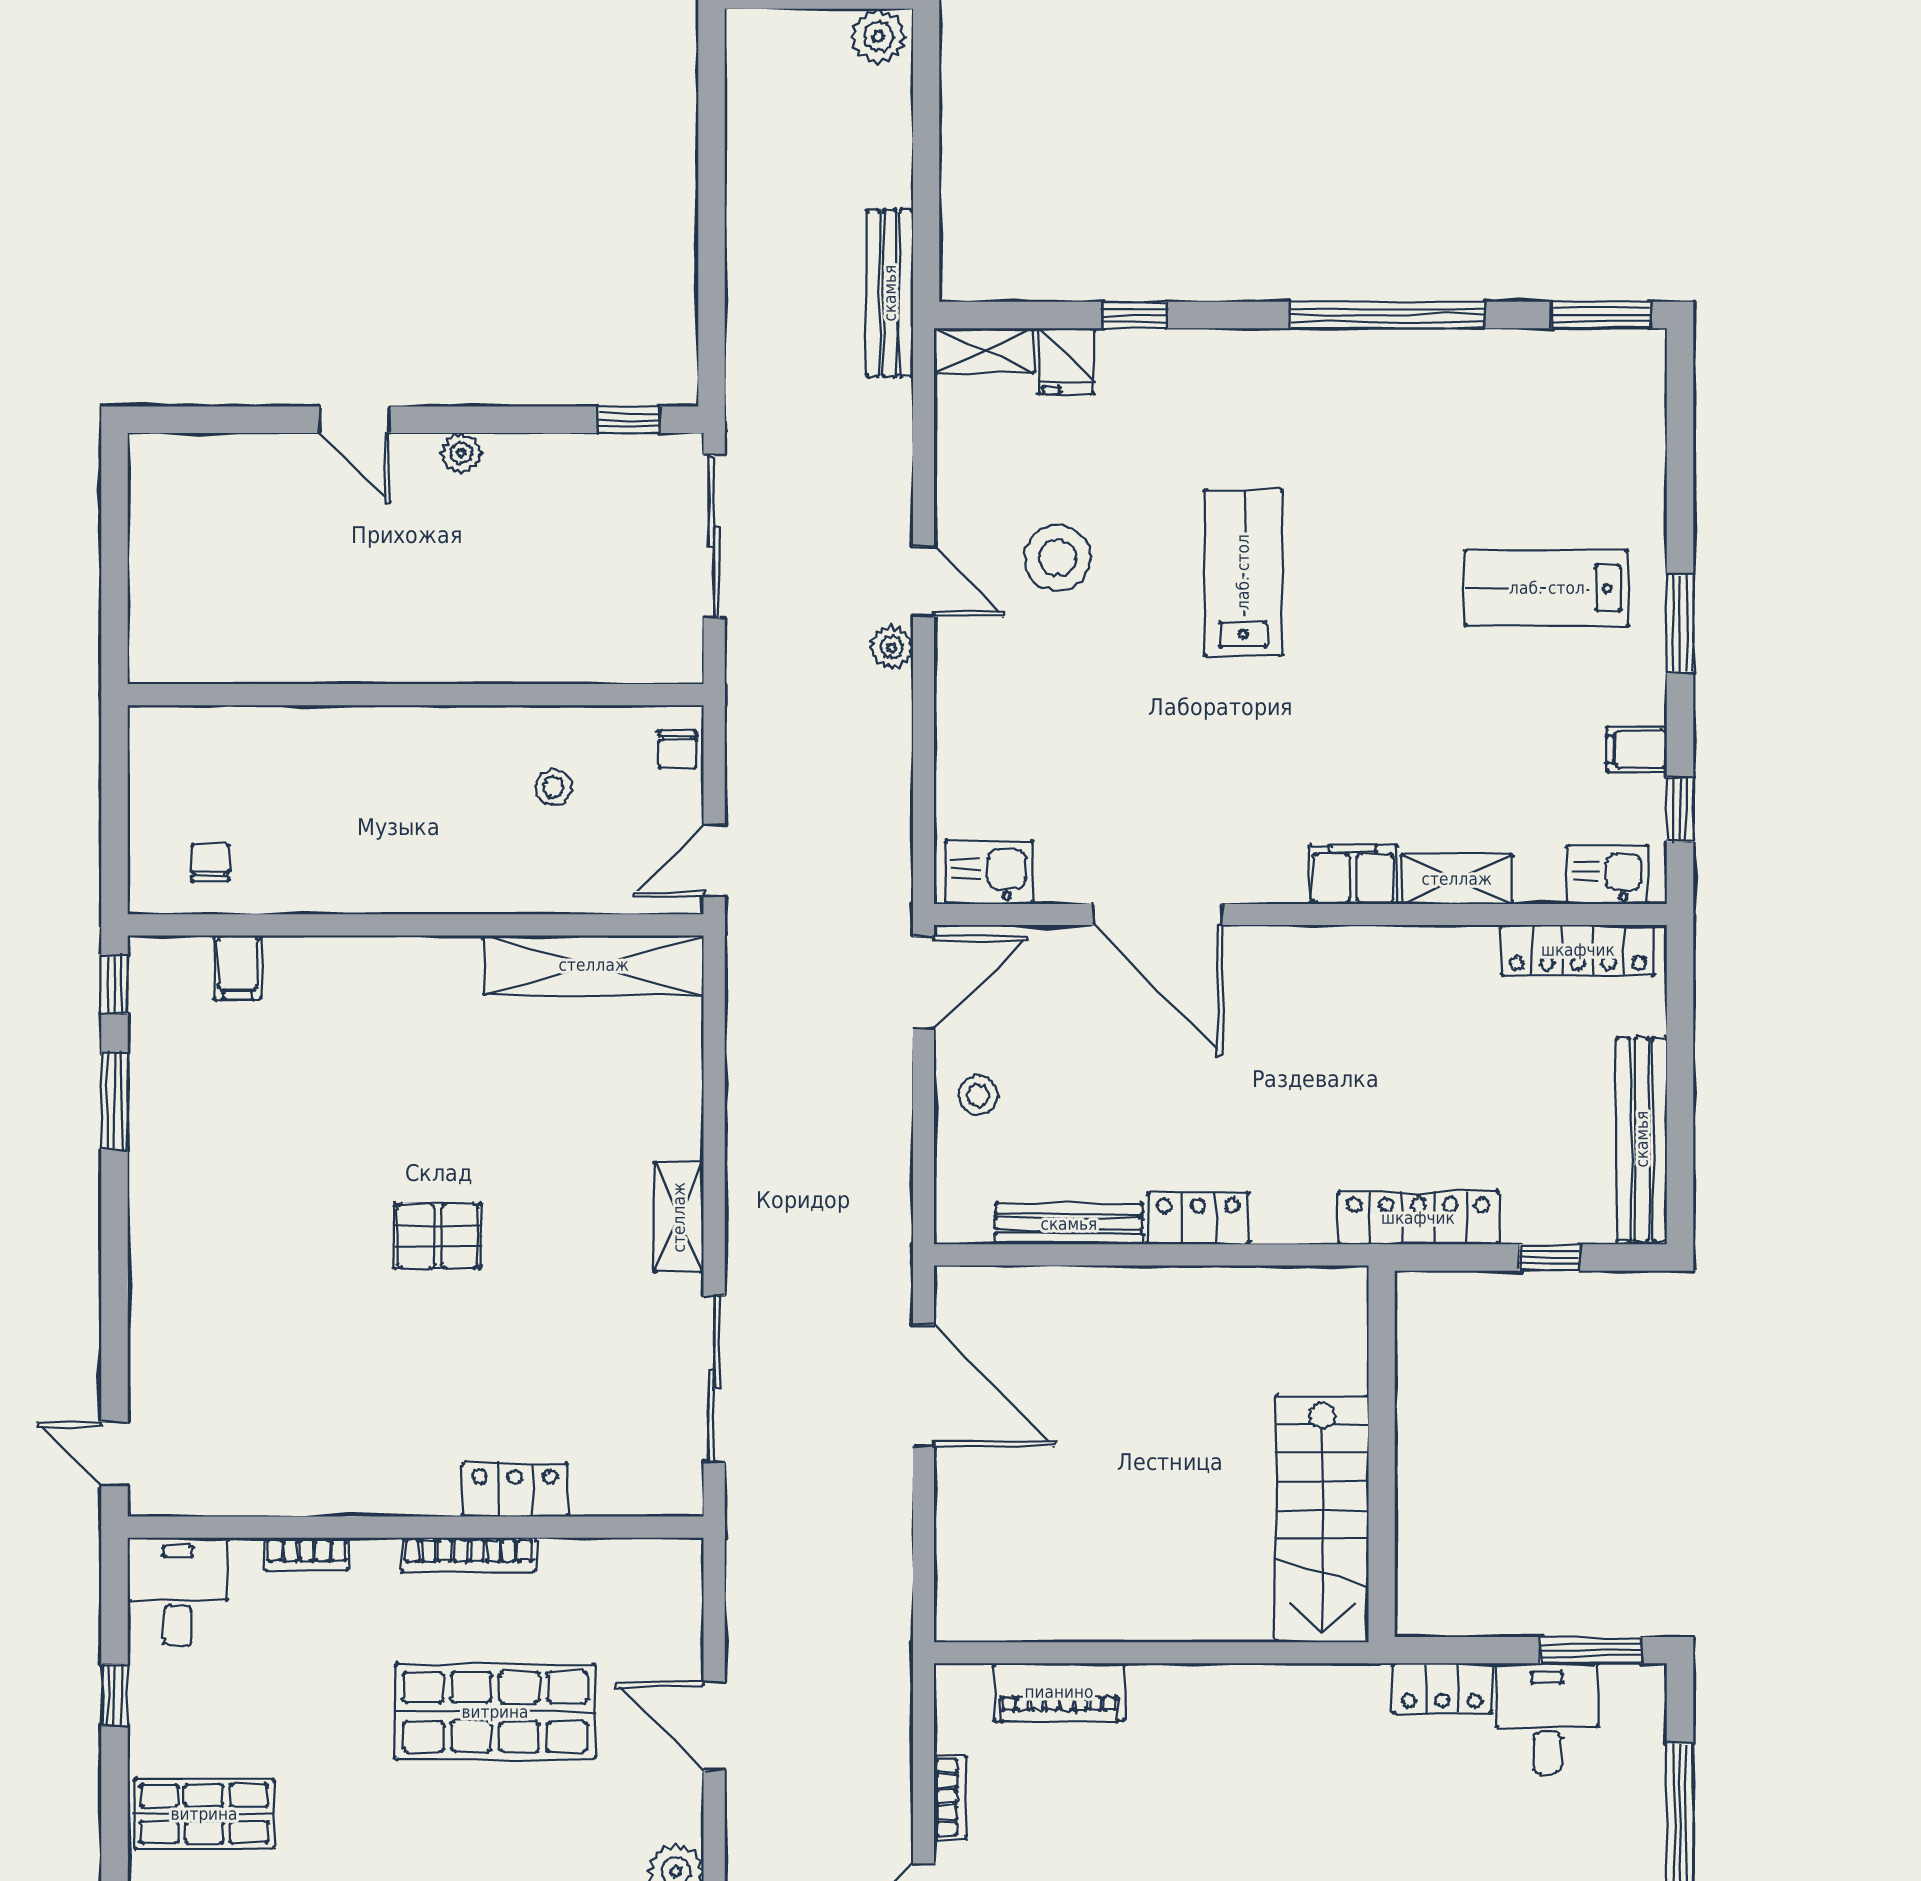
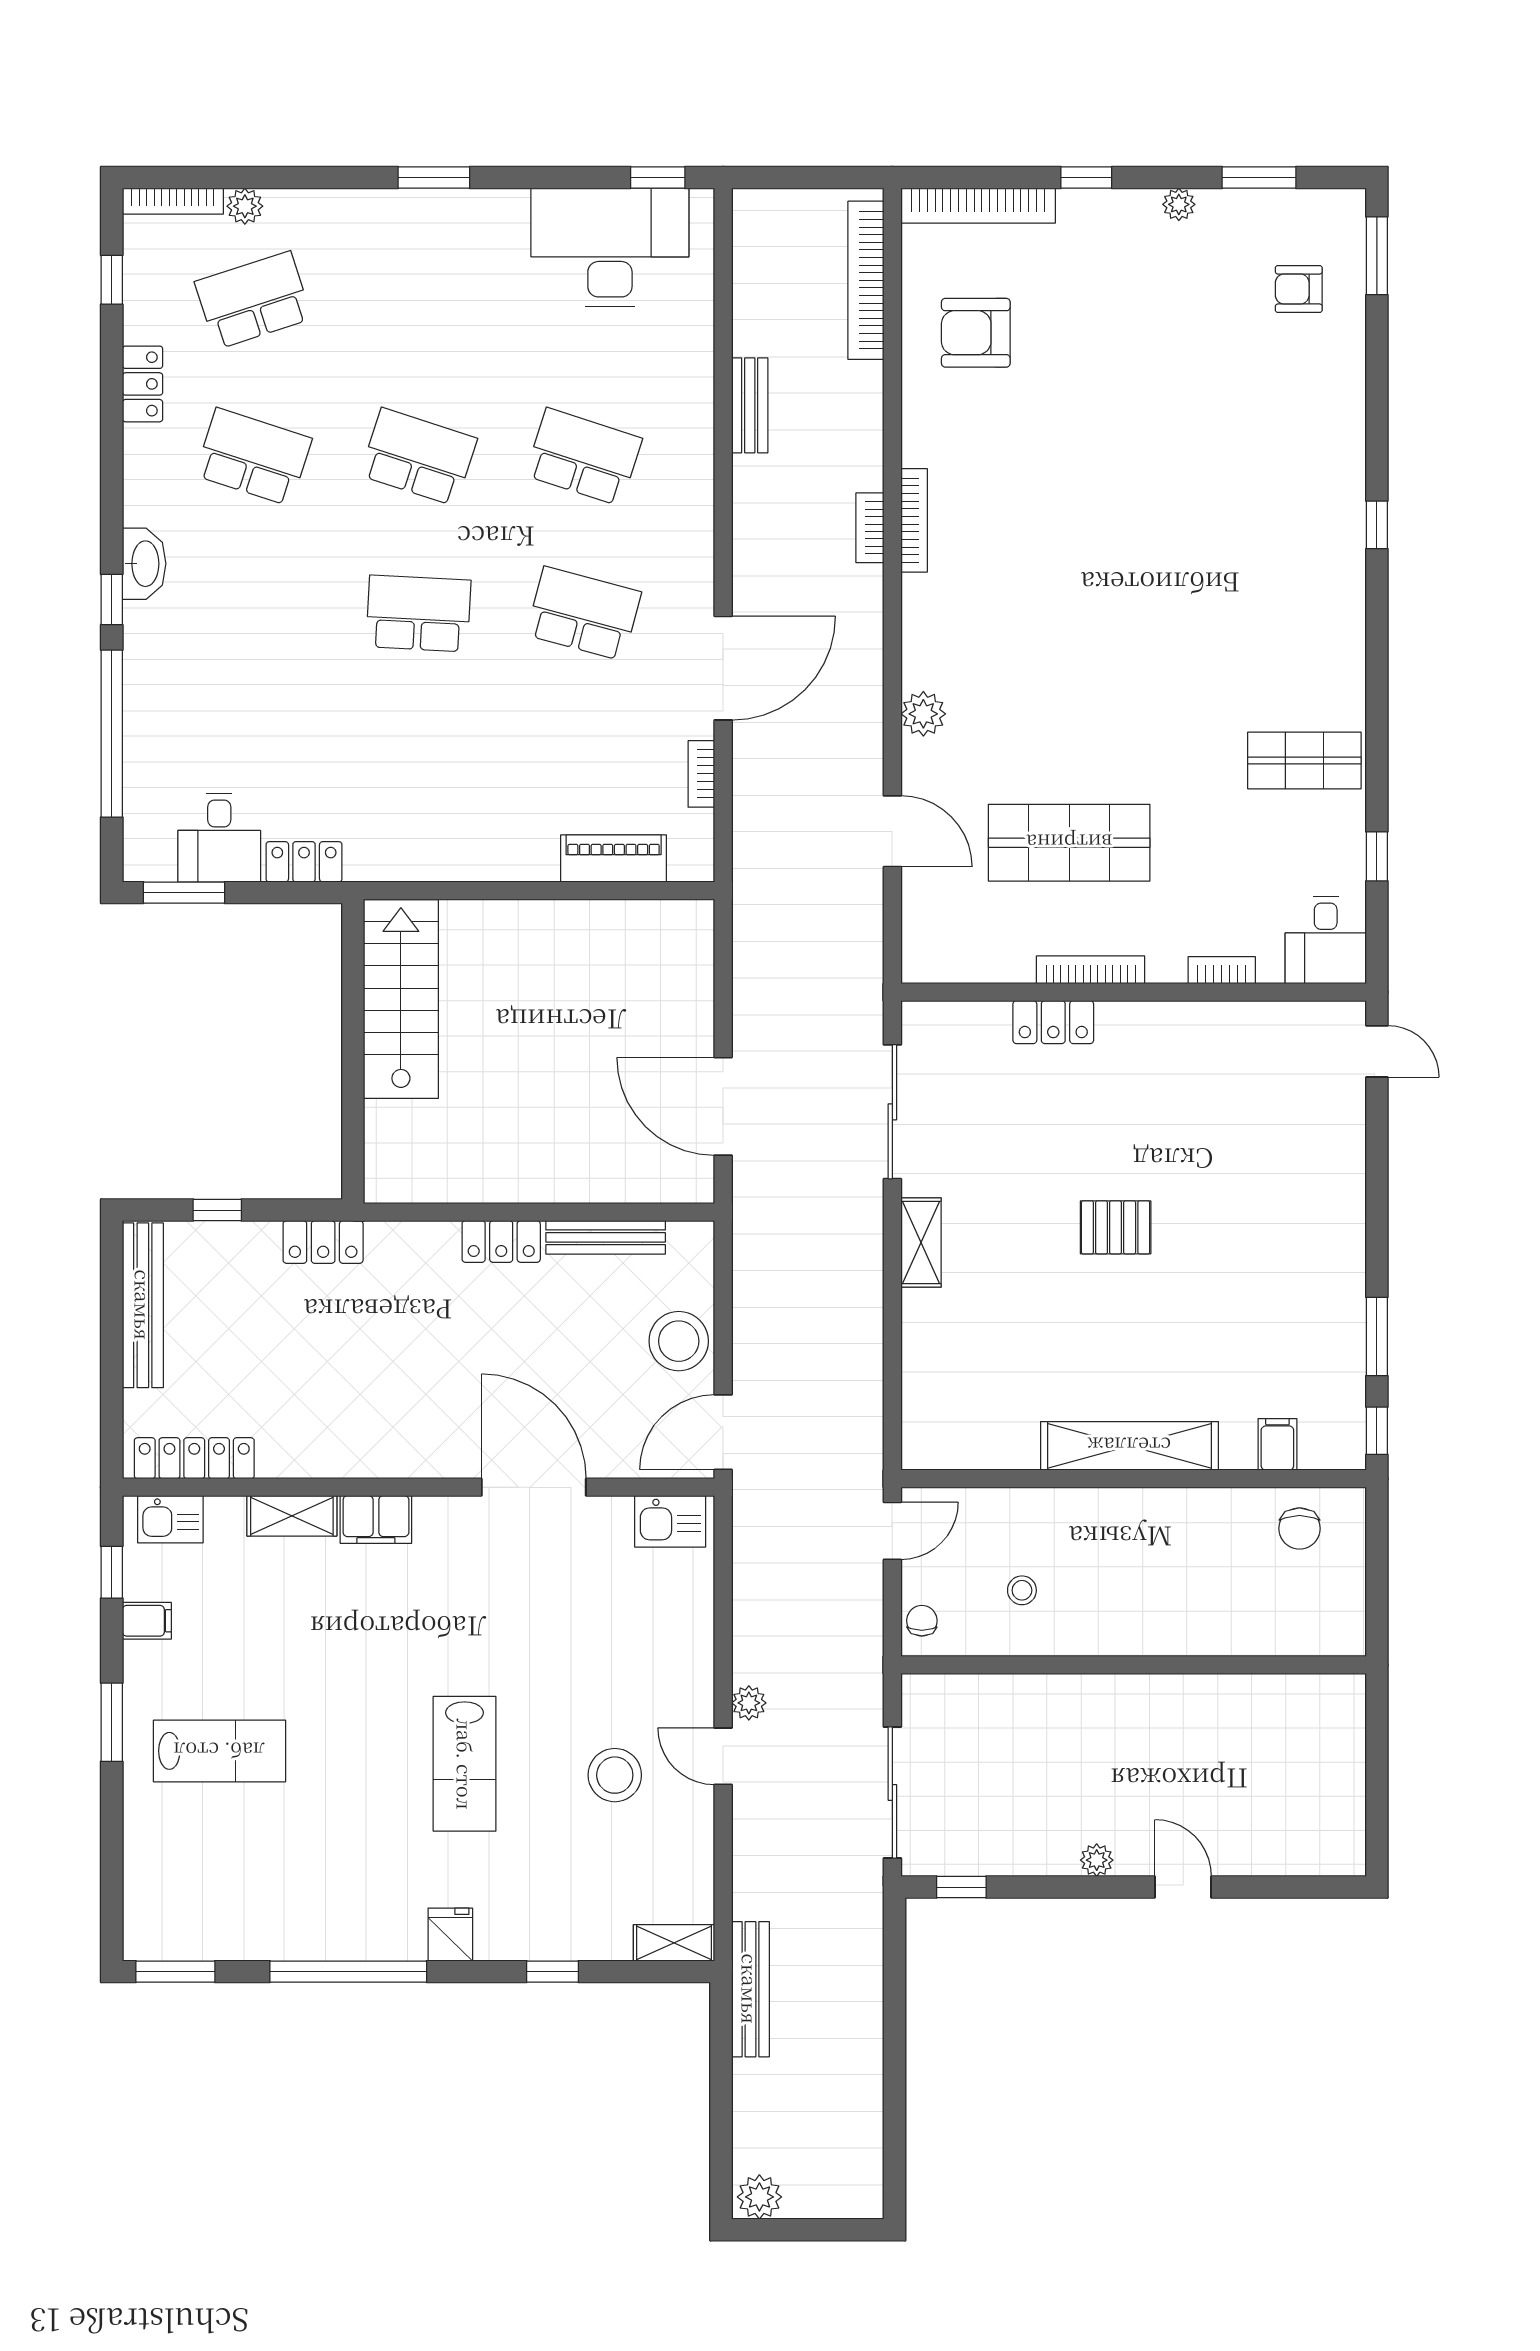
fridge: (1066, 361) -> (450, 1935), moved
chair: (210, 863) -> (1299, 1529), width x1.37, depth x1.37
shelving: (594, 965) -> (1129, 1446), moved
stool: (978, 1095) -> (679, 1341), width x1.89, depth x1.89
locker: (1418, 1218) -> (323, 1242), width x0.66

